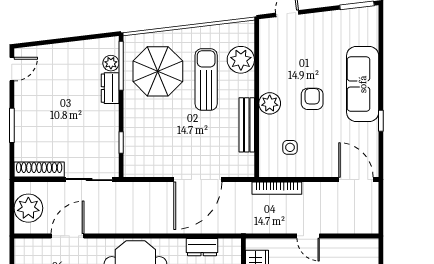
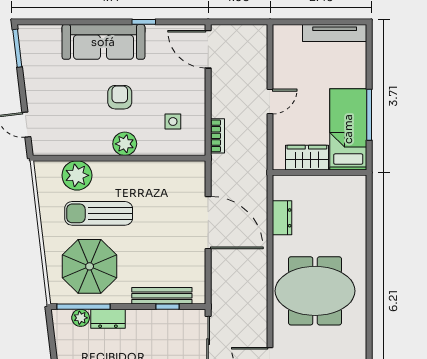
armchair: (312, 99) -> (120, 97), turned 90
bench: (247, 125) -> (162, 296), moved
door: (356, 180) -> (208, 49), hinge flipped
bookcase: (277, 188) -> (218, 136), width x0.64

